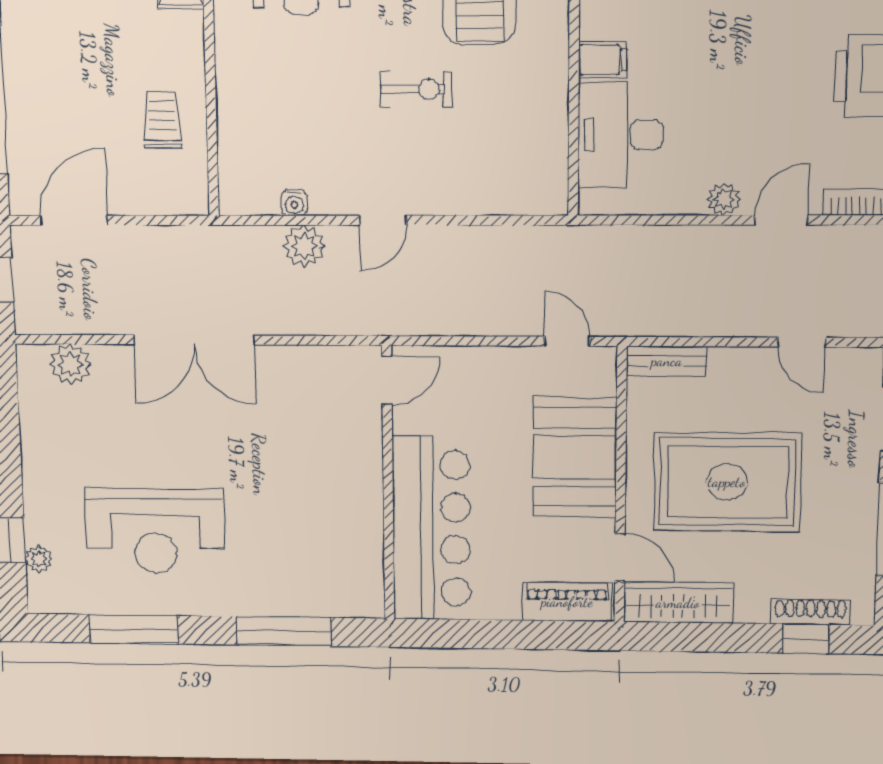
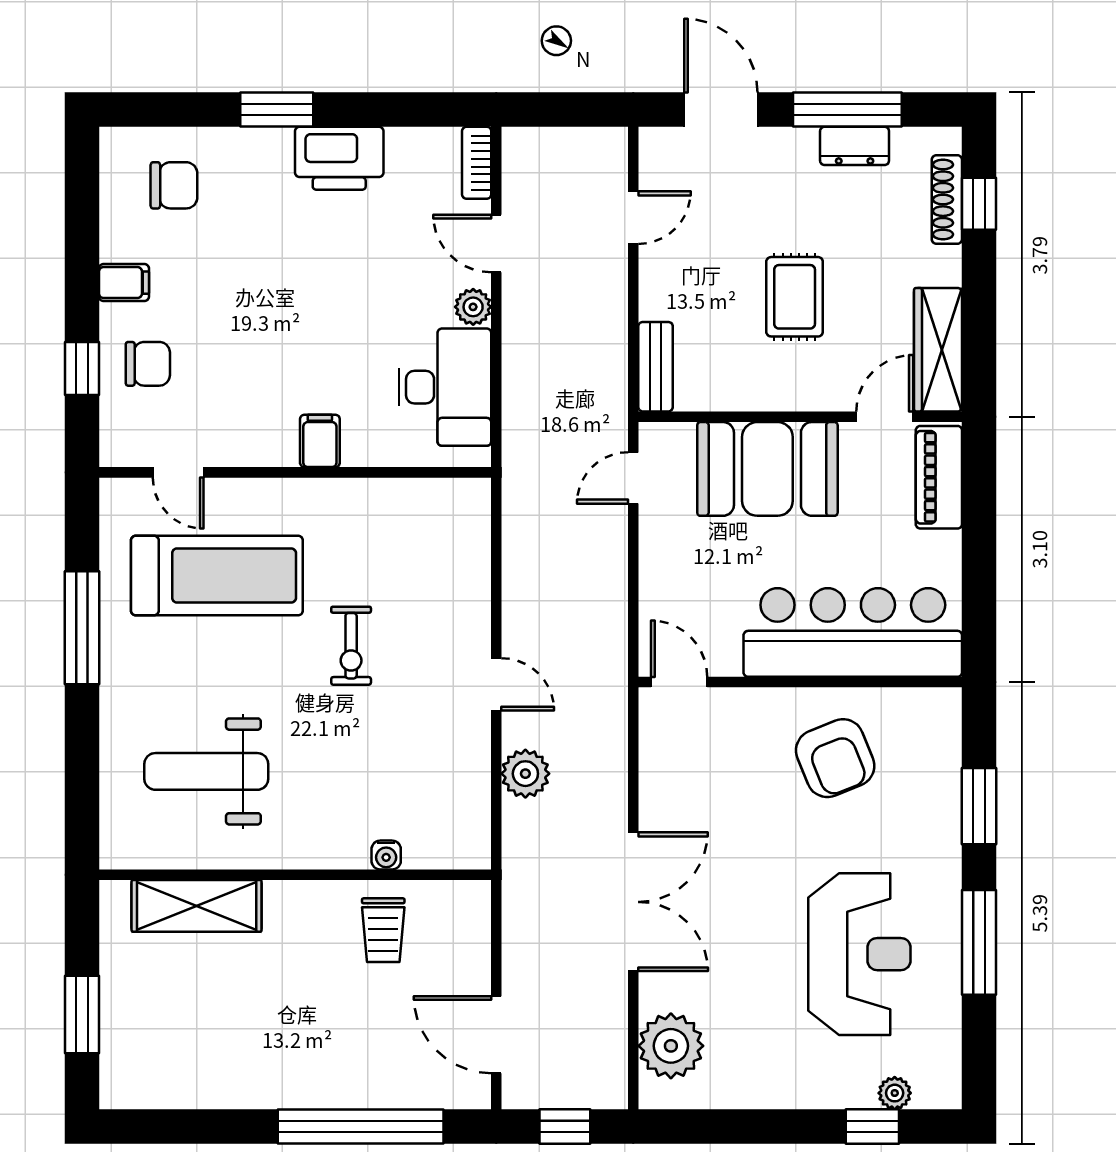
exercise bike: (416, 89) -> (351, 646), turned 180
trolley: (162, 120) -> (383, 930), turned -90
desk: (620, 135) -> (445, 387), moved, turned -90
water cooler: (294, 203) -> (386, 855), moved, turned 90
plant: (70, 364) -> (671, 1046), width x1.36, depth x1.36
rug: (727, 482) -> (795, 297), width x0.54, depth x0.49
armchair: (323, 512) -> (835, 758), added
dresser: (861, 534) -> (855, 146), added
window: (133, 629) -> (979, 942), moved
window: (284, 631) -> (979, 806), width x0.69

